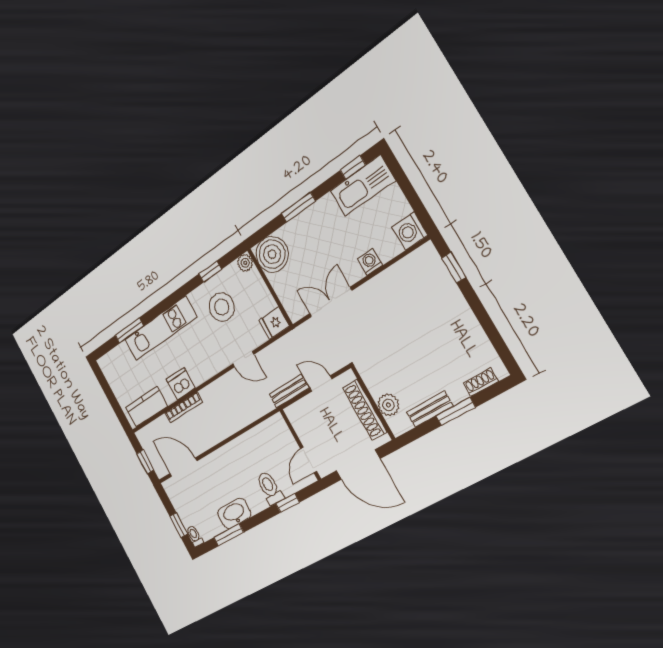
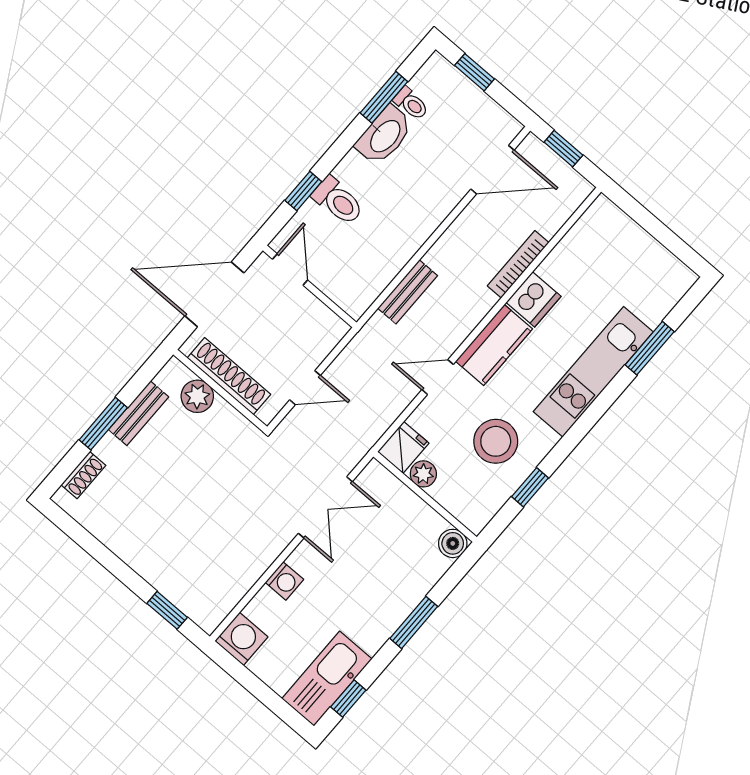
boiler: (272, 254) -> (453, 543), width x0.54, depth x0.54
plant: (245, 263) -> (423, 474), moved
bench: (289, 391) -> (408, 292), moved
kitchen counter: (146, 407) -> (494, 345), moved
toilet: (195, 536) -> (411, 103), moved

